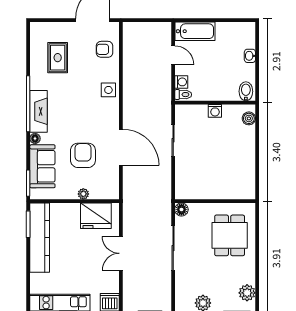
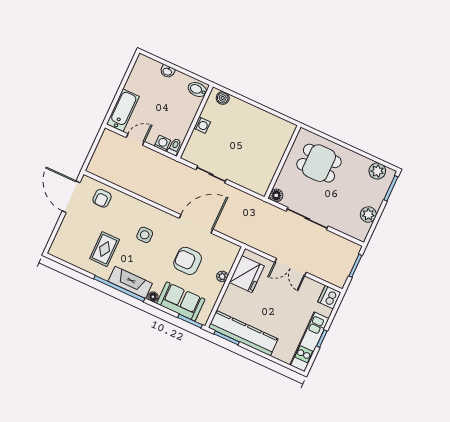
rug: (58, 58) -> (105, 249), moved, turned 90
side table: (108, 90) -> (145, 235), moved

